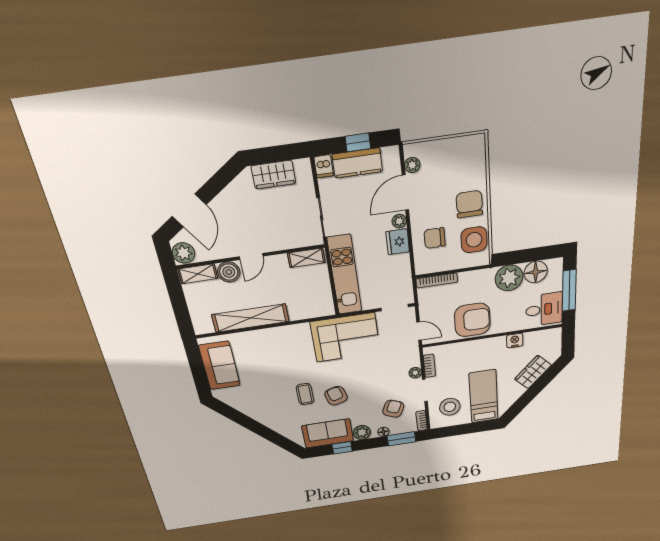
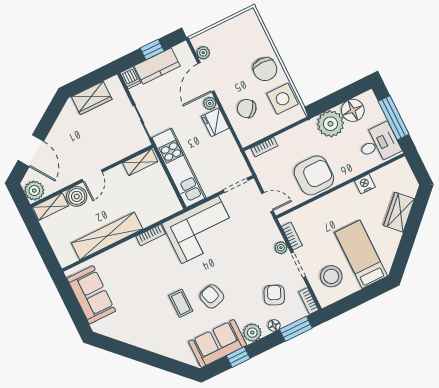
chair: (469, 204) -> (265, 69), turned 180
chair: (435, 238) -> (247, 108), turned 40
bookcase: (437, 280) -> (264, 147), width x0.64
bookcase: (295, 329) -> (151, 235), added

